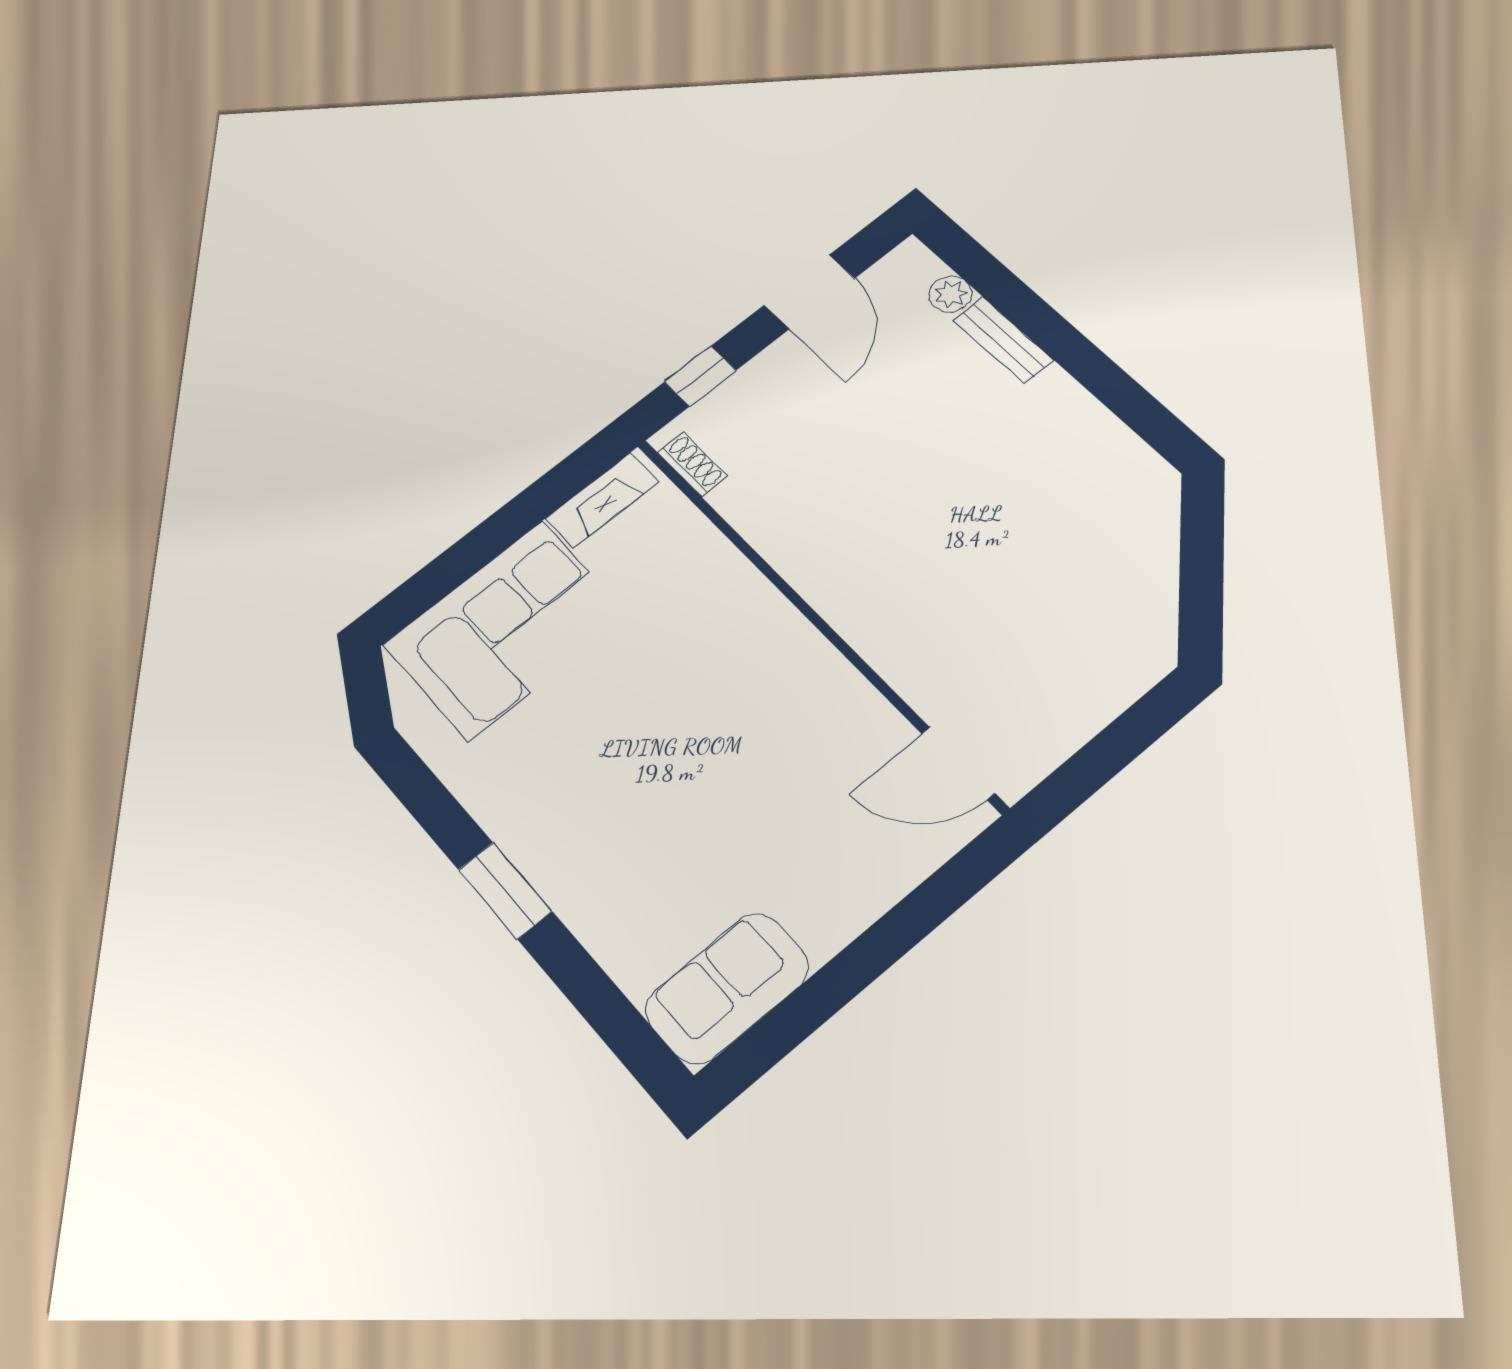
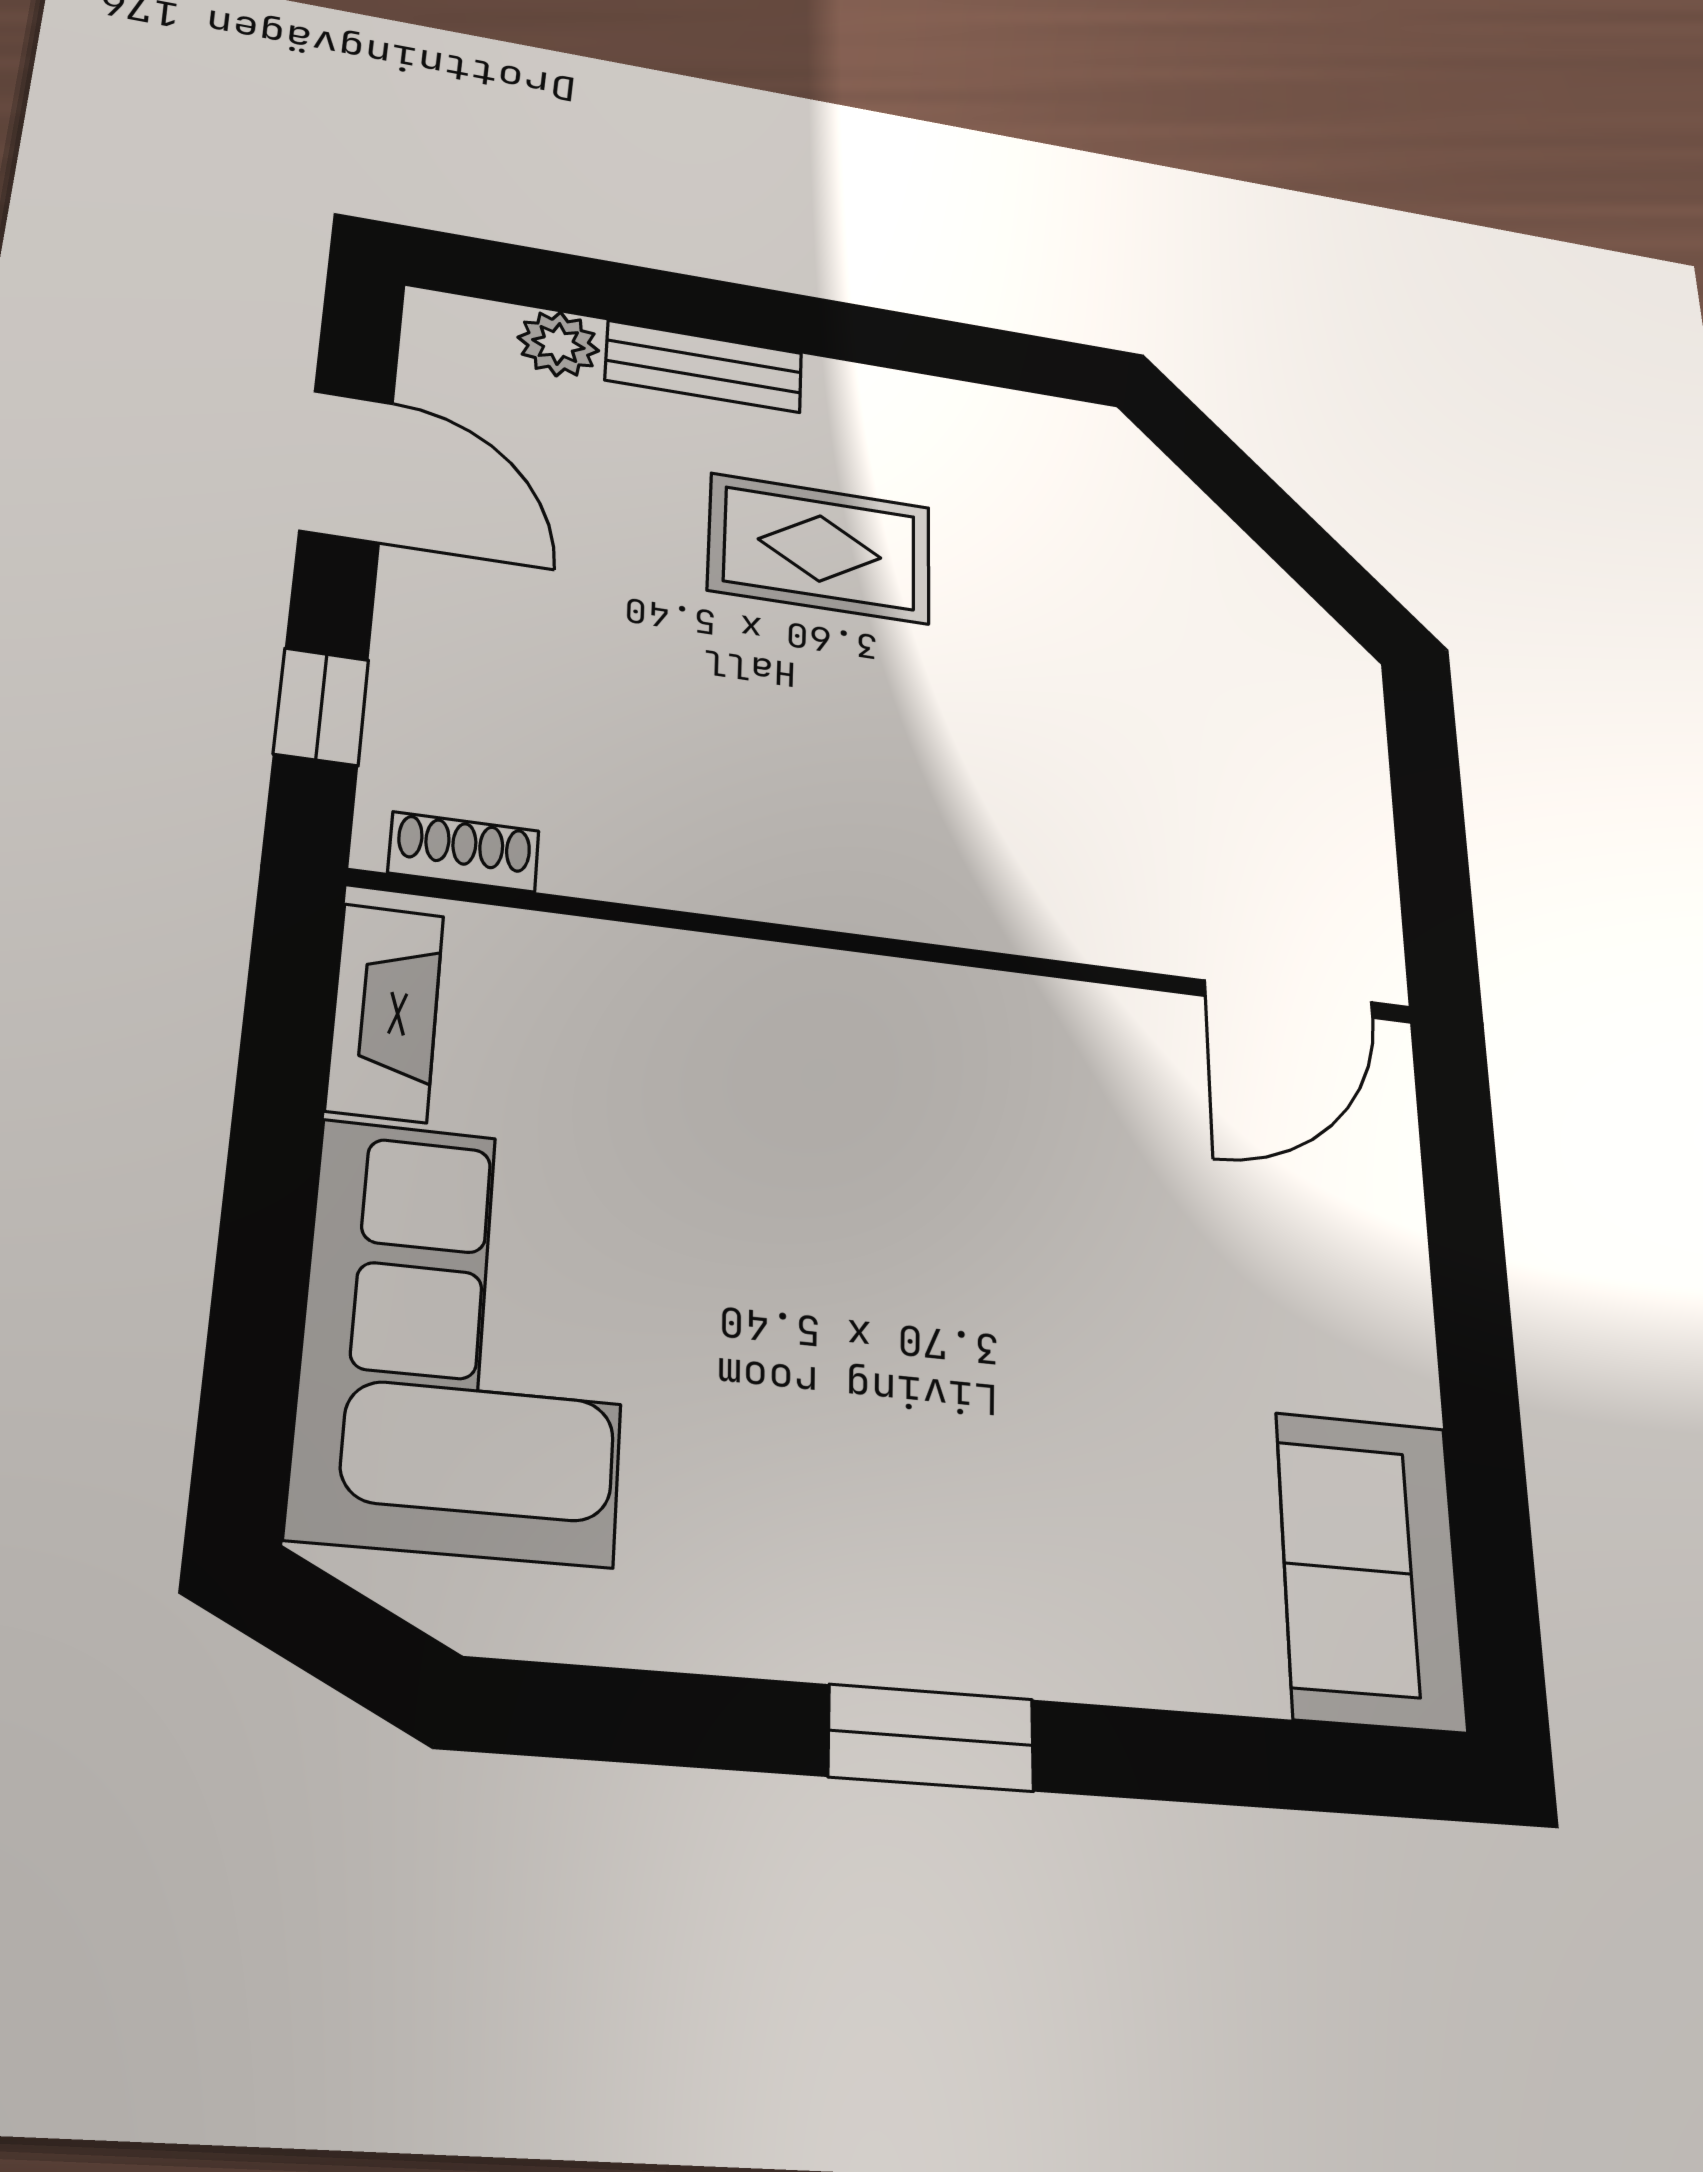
rug: (967, 445) -> (820, 548), added

